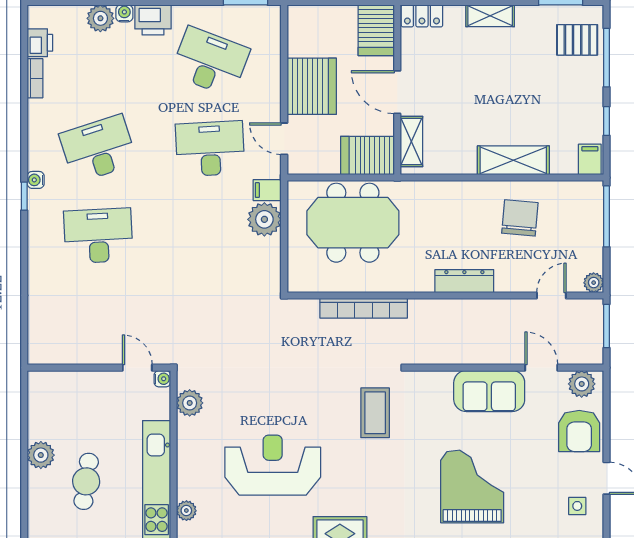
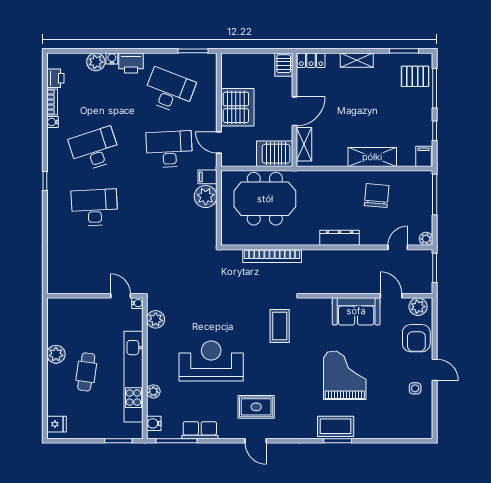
server rack: (376, 30) -> (284, 65), width x0.73, depth x0.70
door: (397, 92) -> (295, 111), swing flipped
water cooler: (36, 180) -> (52, 122), moved

